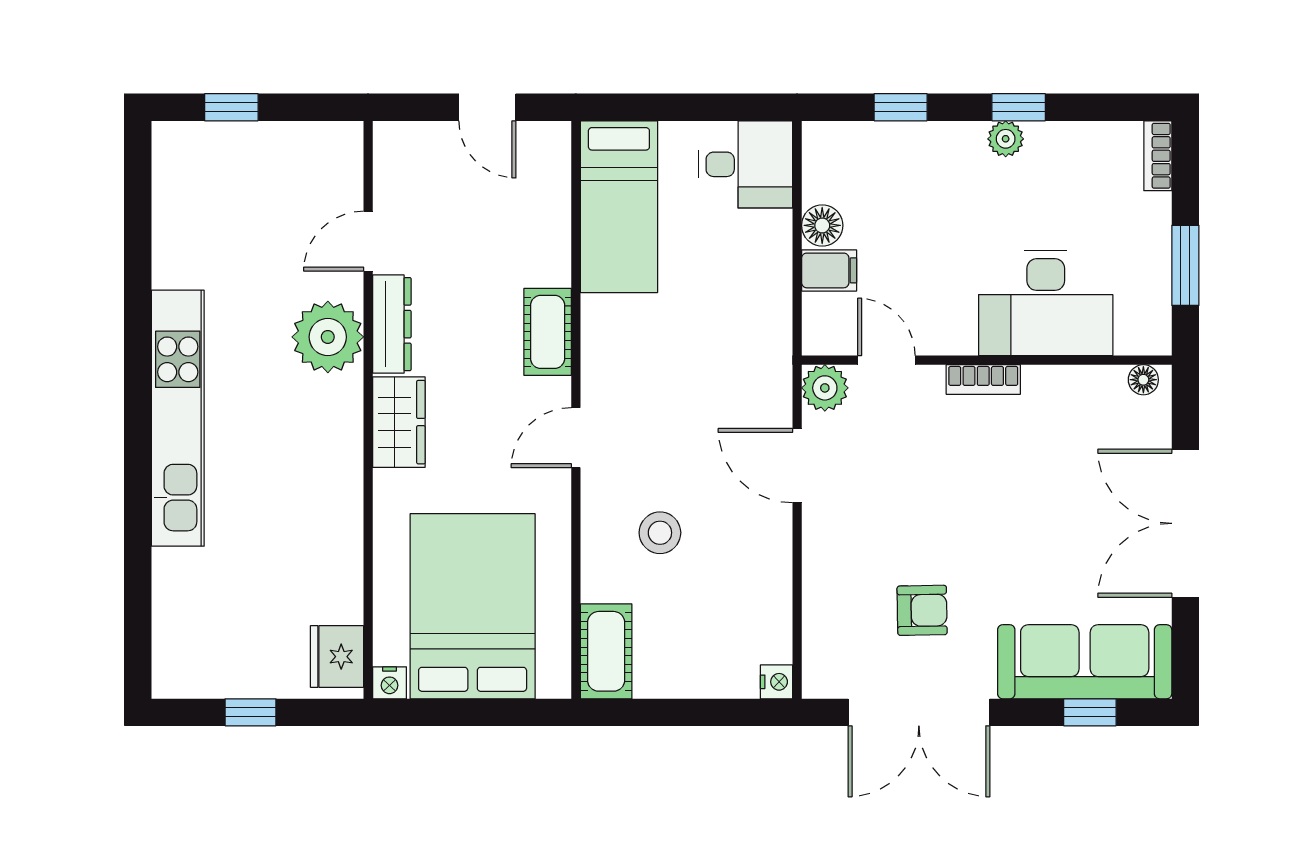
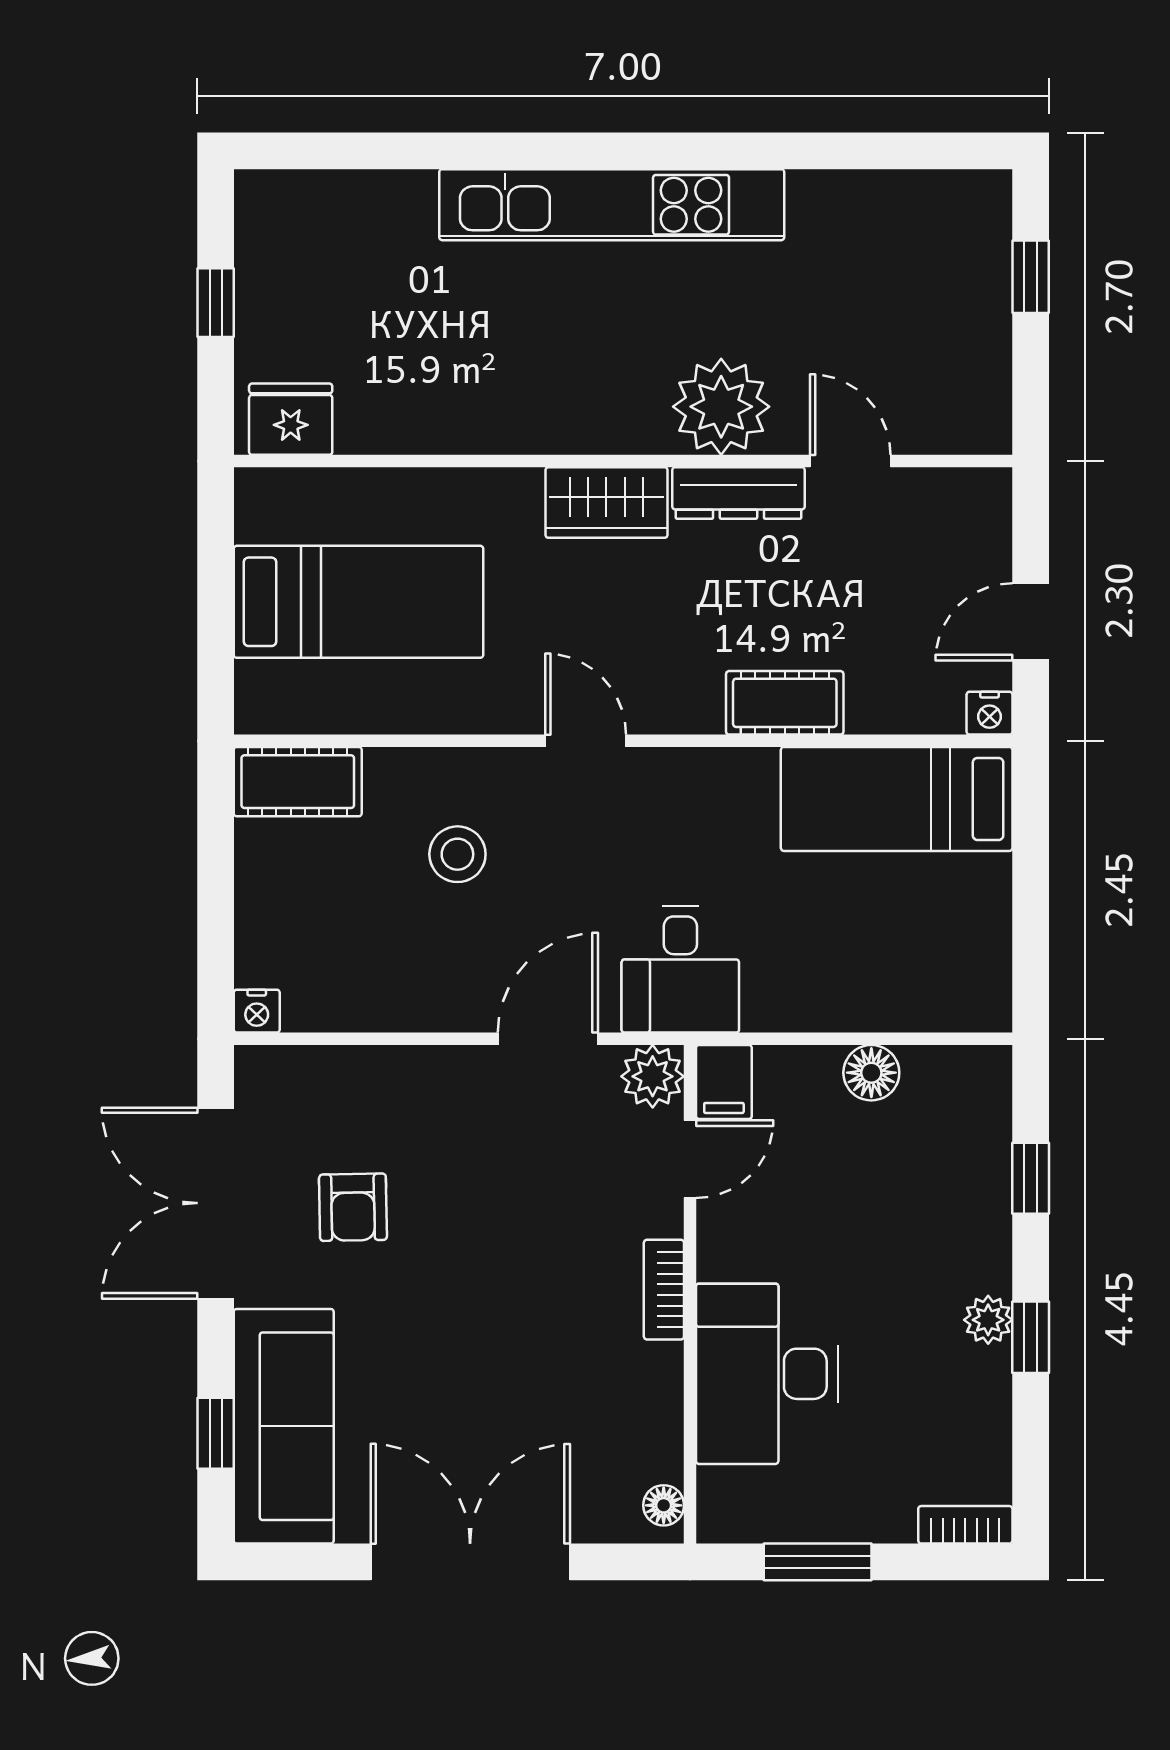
desk: (746, 164) -> (680, 969), moved
filing cabinet: (829, 270) -> (724, 1082), moved
cot: (548, 332) -> (785, 703), moved
bed: (473, 606) -> (358, 602), width x0.67
nightstand: (390, 683) -> (990, 713), moved, turned -90

